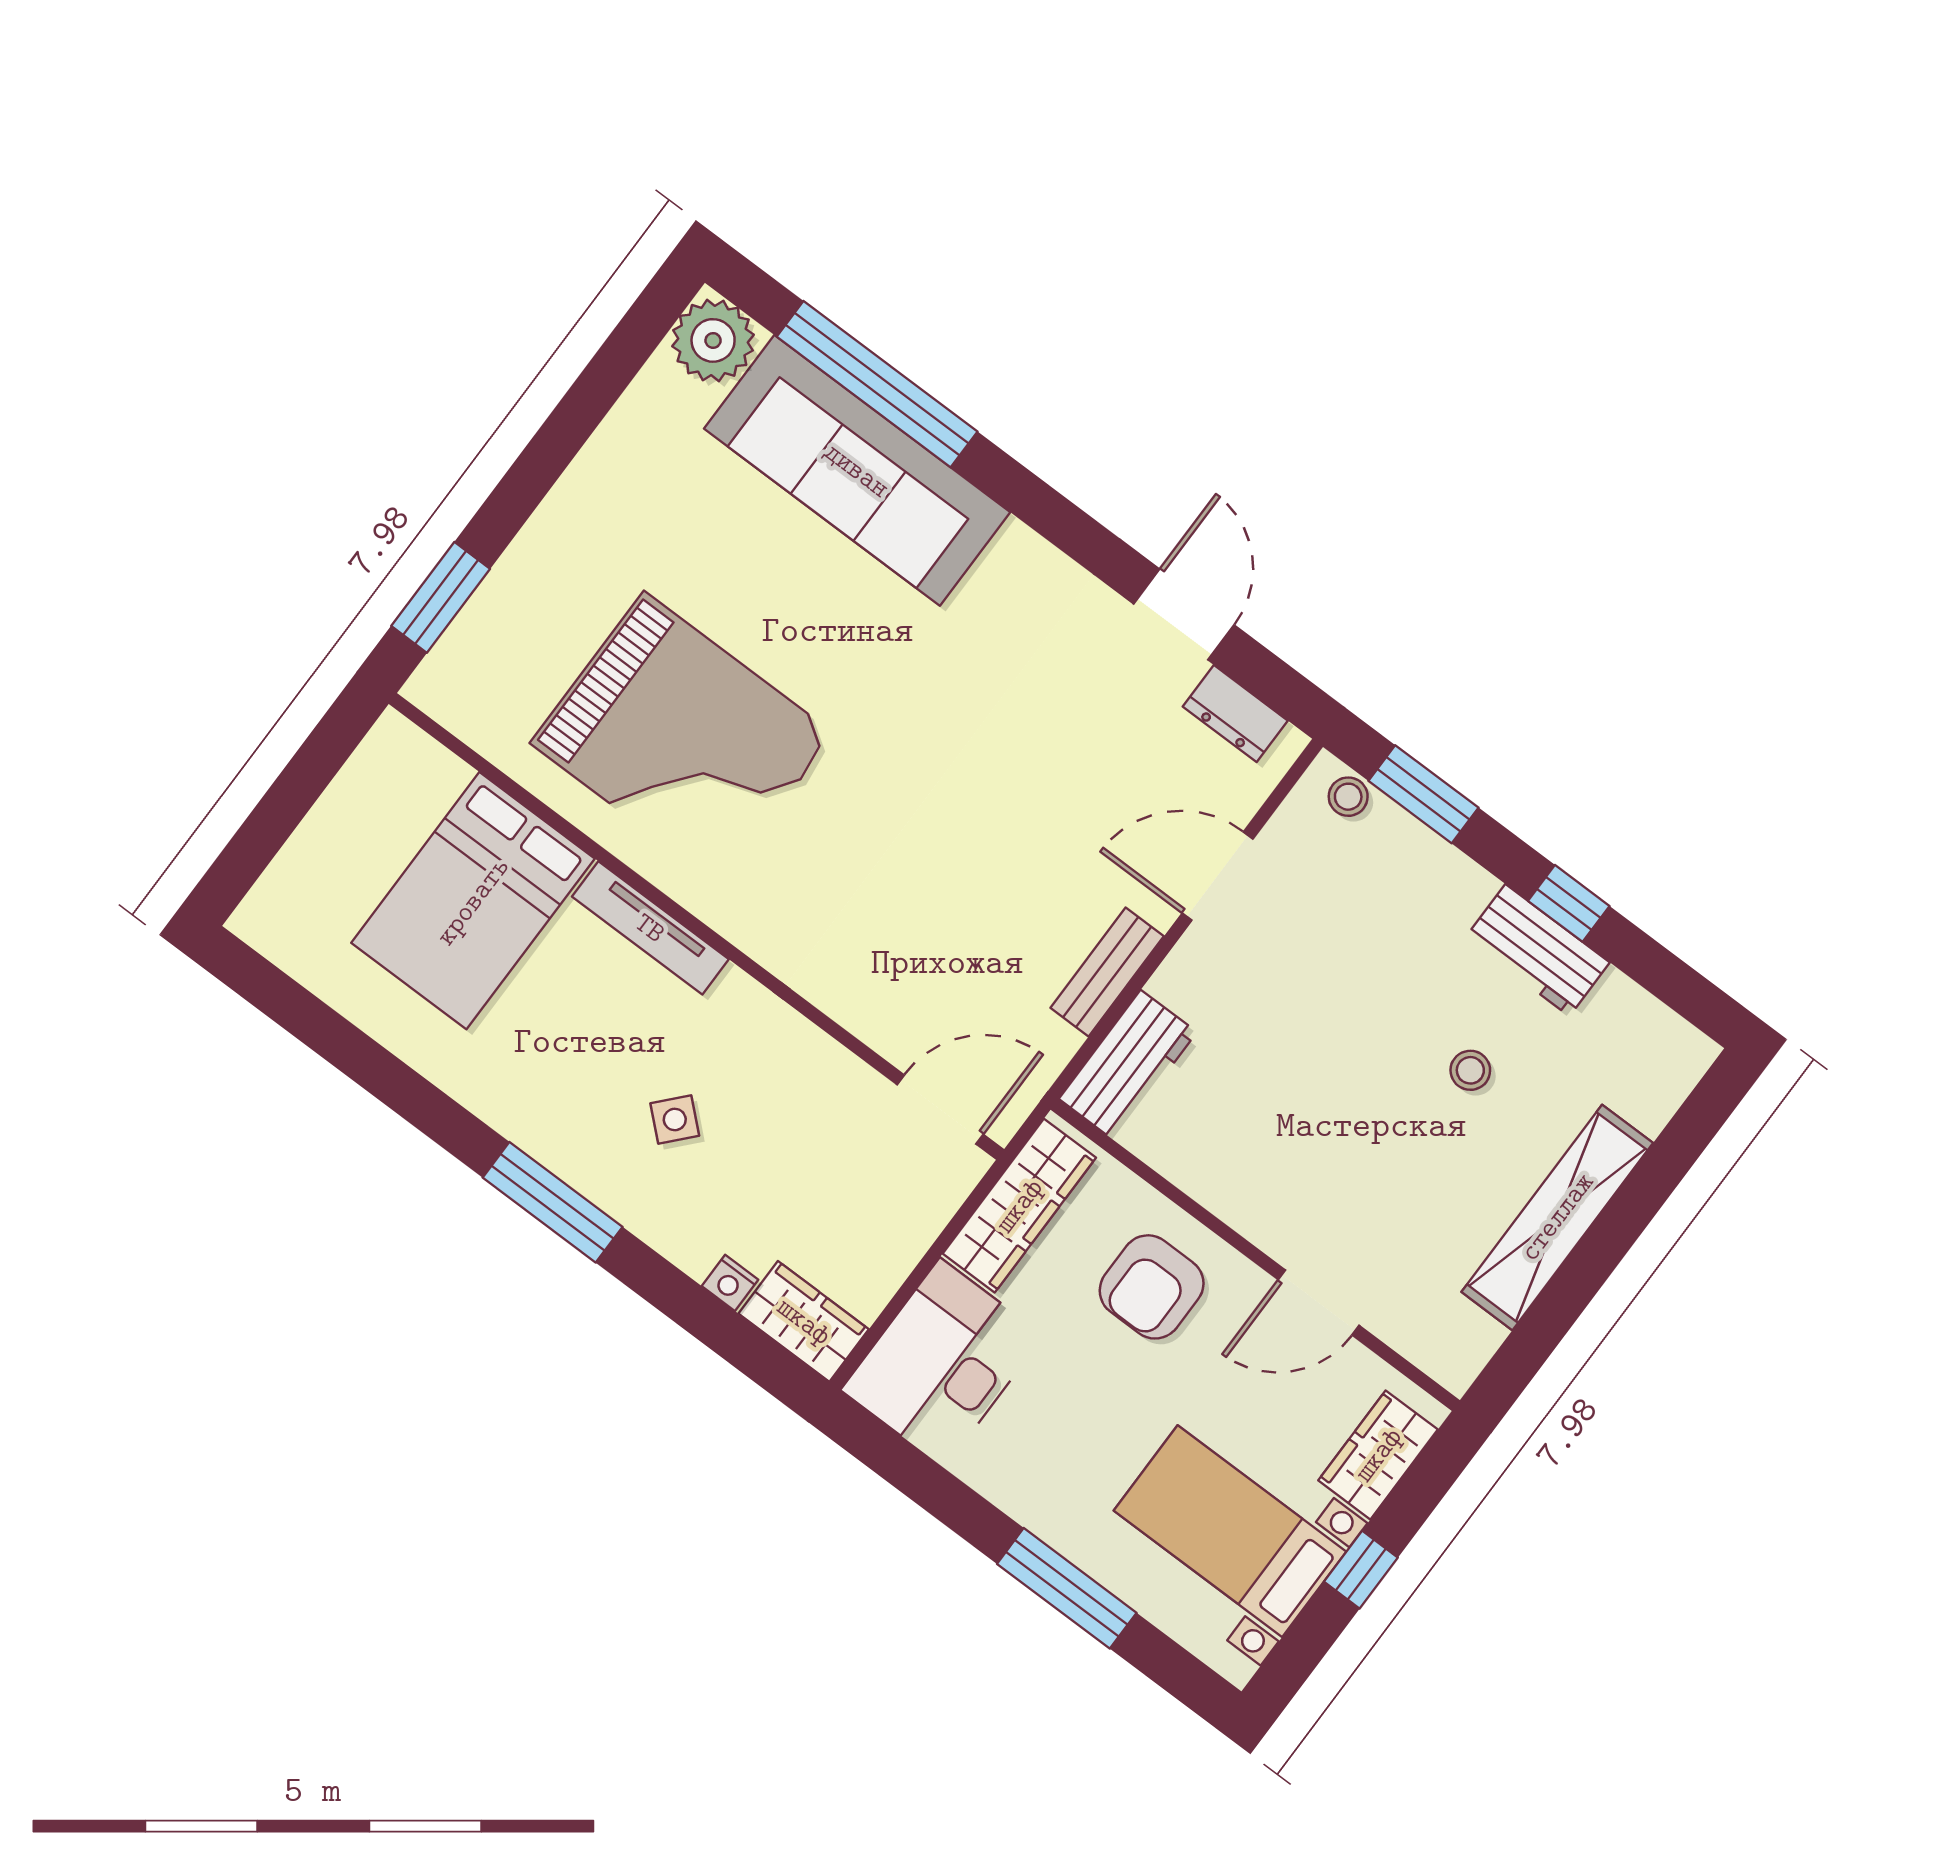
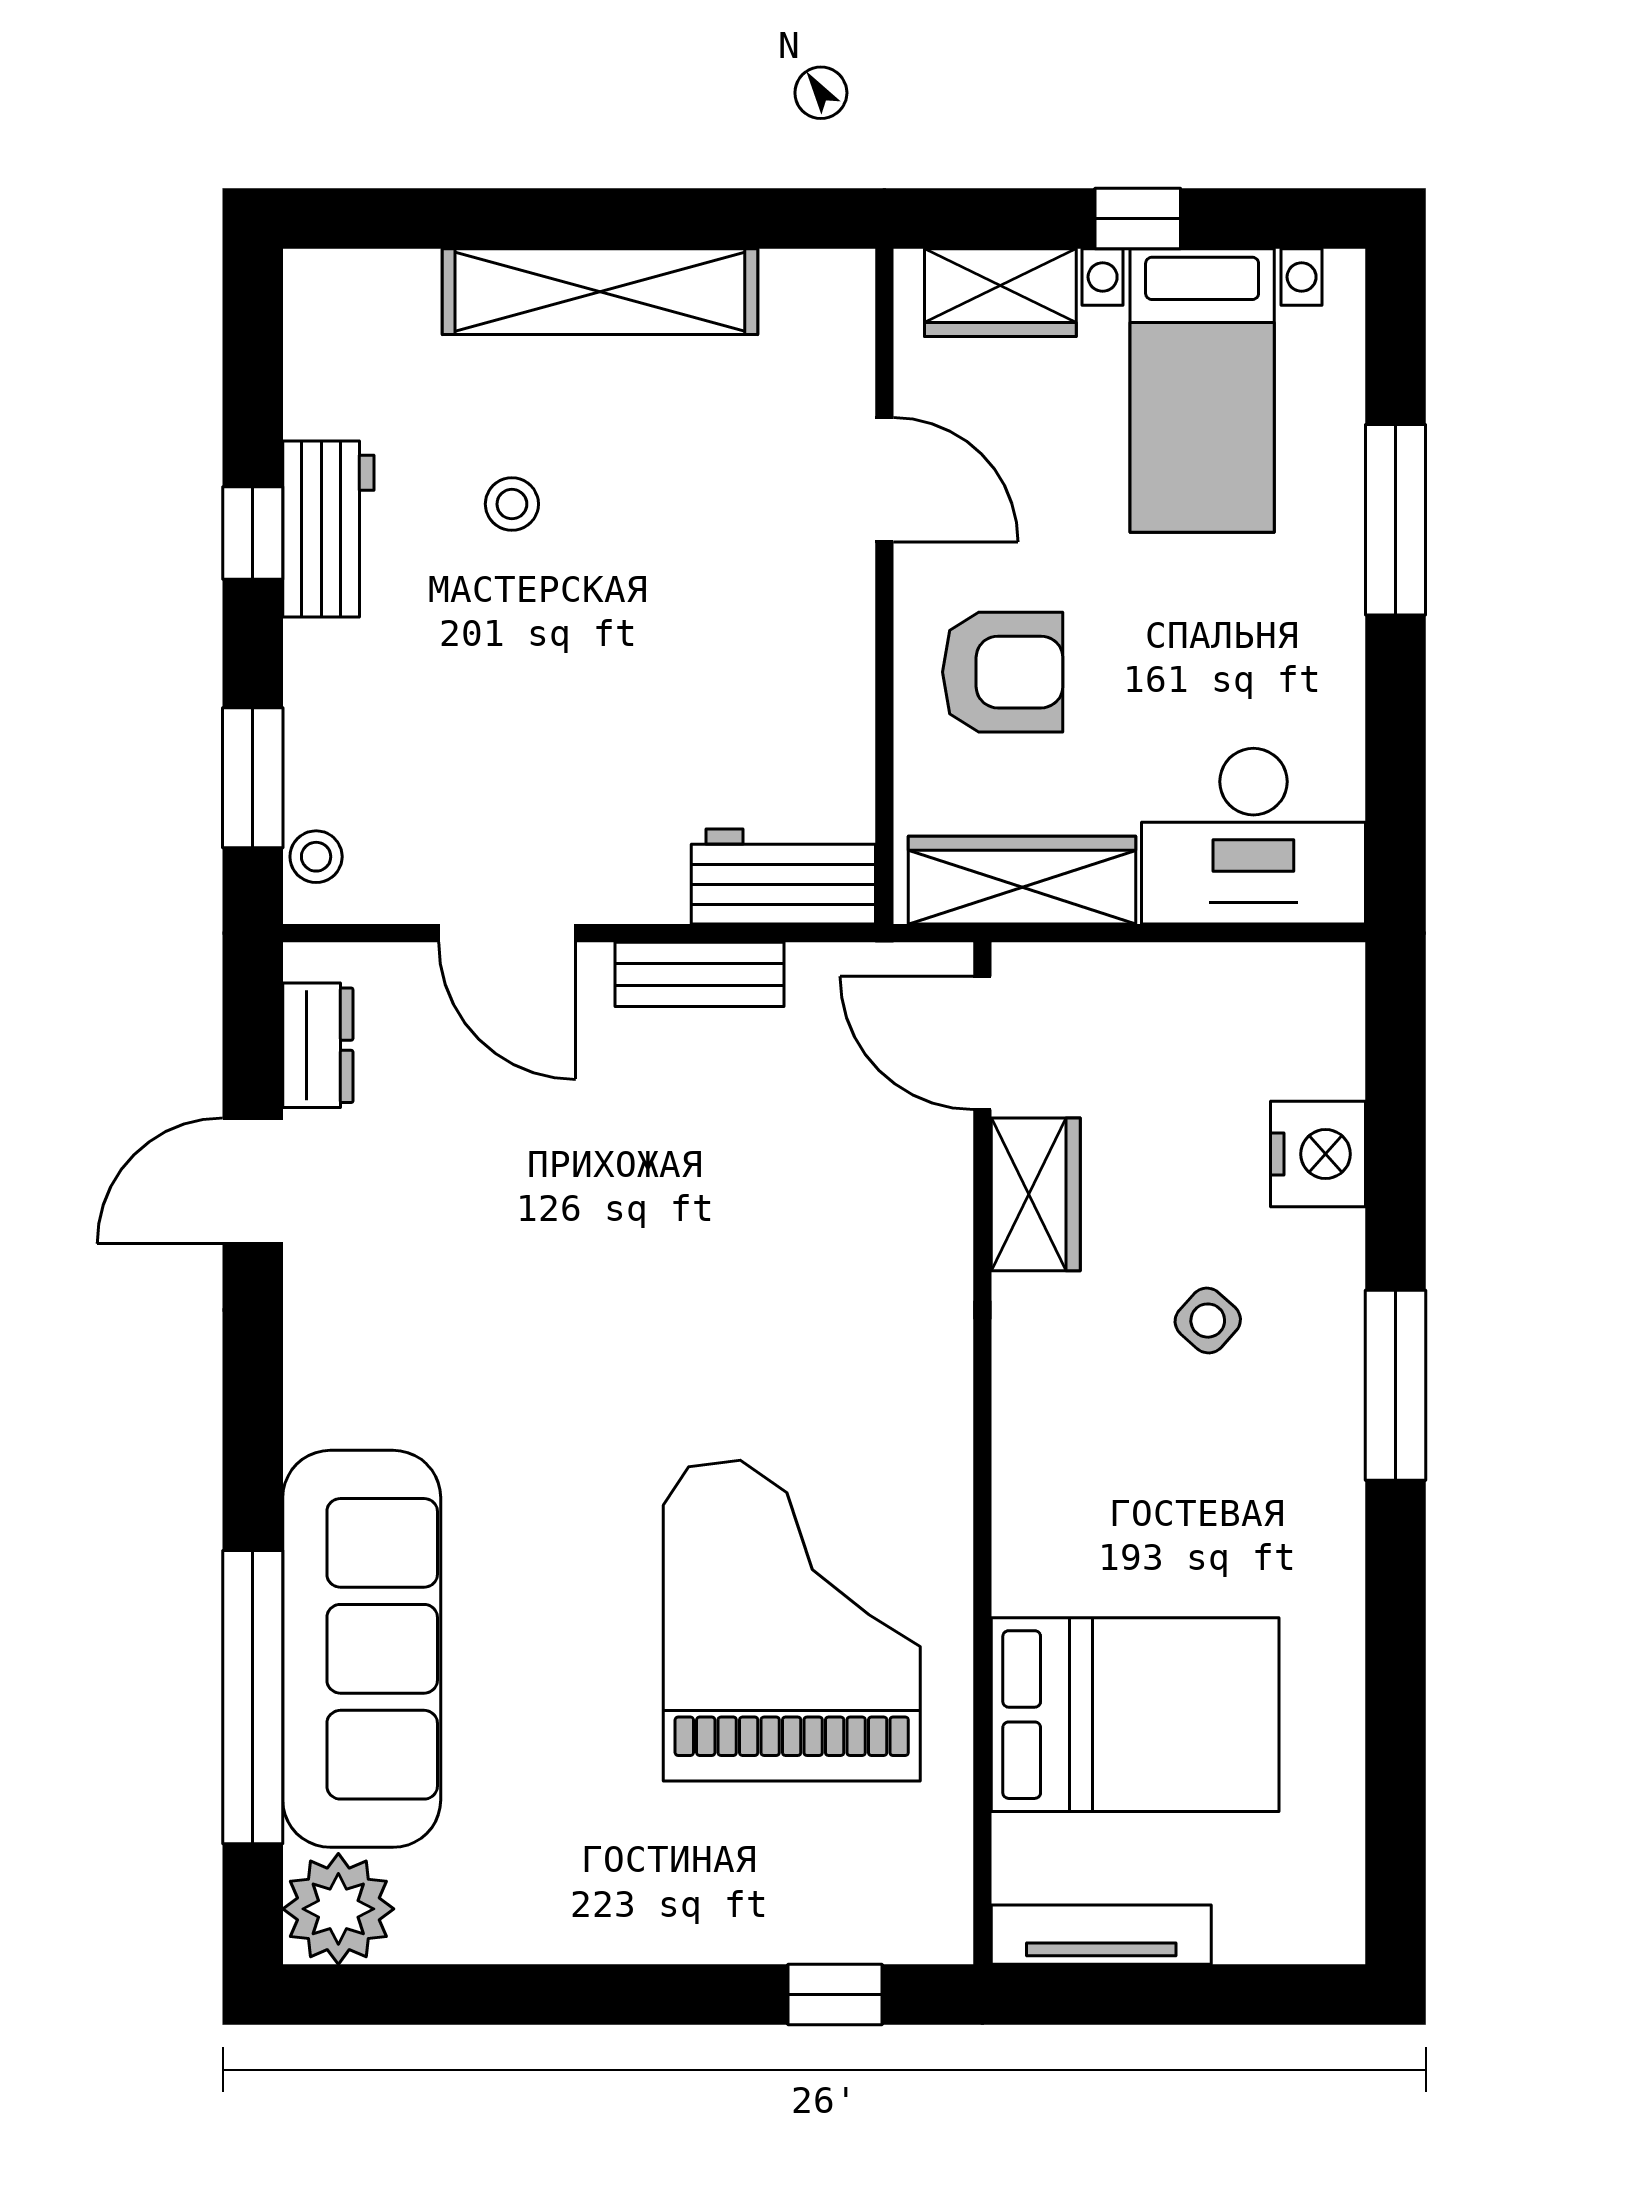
window: (441, 597) -> (835, 1994), width x0.67
tv unit: (650, 928) -> (1101, 1935), moved, turned -90
nightstand: (730, 1283) -> (1318, 1154), width x1.89, depth x1.79
wardrobe: (804, 1321) -> (1036, 1194), moved, turned 180

